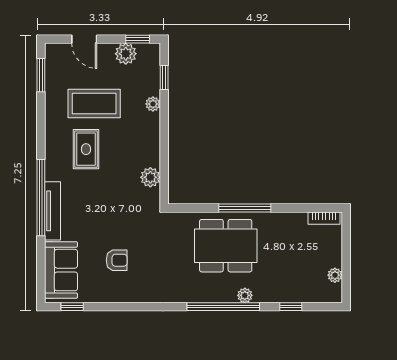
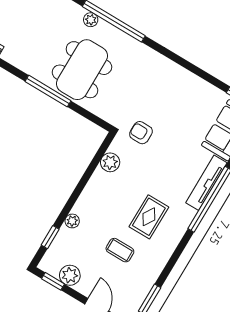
coffee table: (94, 103) -> (120, 250), width x0.54, depth x0.58
dining table: (226, 246) -> (82, 70), turned 90
armchair: (117, 260) -> (141, 133), moved

